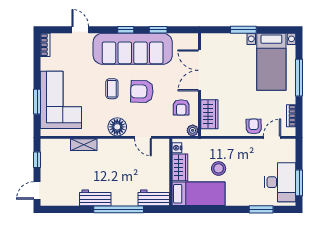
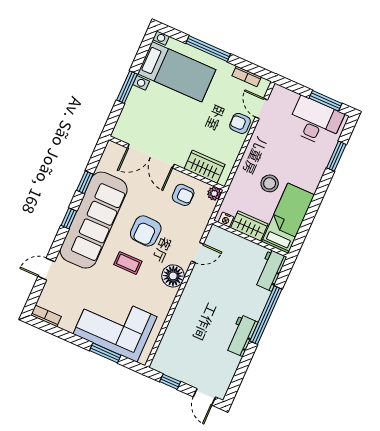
shelving: (84, 145) -> (176, 322), removed

